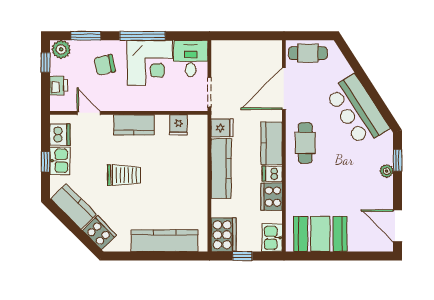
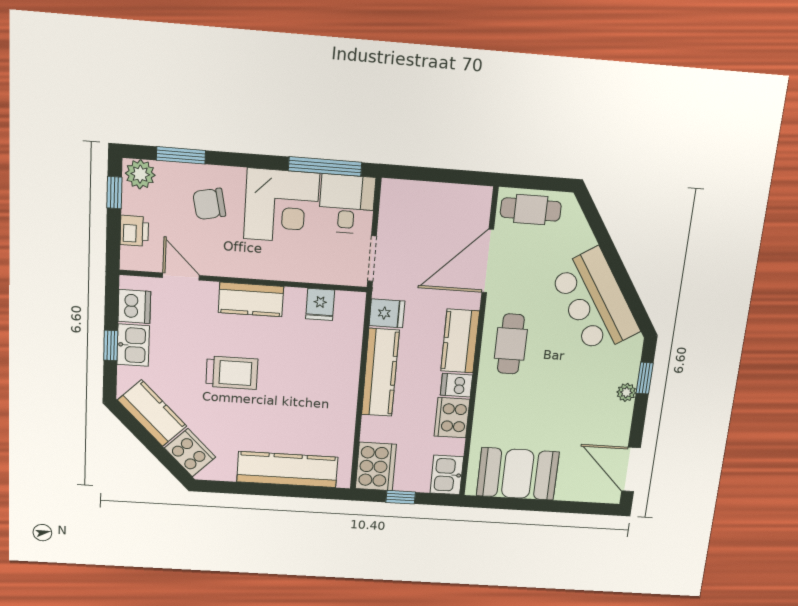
window: (142, 36) -> (325, 166), moved

